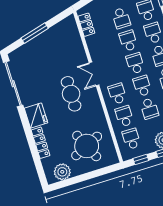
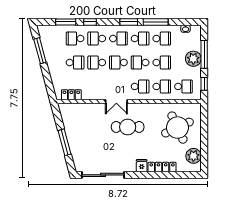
school desk: (117, 94) -> (140, 86), turned 180
fridge: (36, 116) -> (142, 166), width x0.53, depth x0.75
school desk: (124, 116) -> (162, 86), turned 180
school desk: (131, 139) -> (183, 86), turned 180

